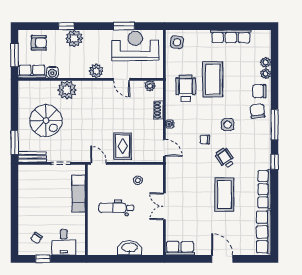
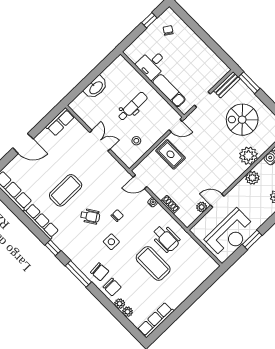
row of seats: (231, 36) -> (156, 320), moved
side table: (177, 42) -> (204, 265), removed
plant: (96, 71) -> (252, 178), moved
plant: (150, 86) -> (202, 207), moved
chair: (259, 91) -> (112, 287), turned 90
coffee table: (224, 194) -> (66, 190), turned 90
desk: (64, 242) -> (152, 64), moved, turned -90

